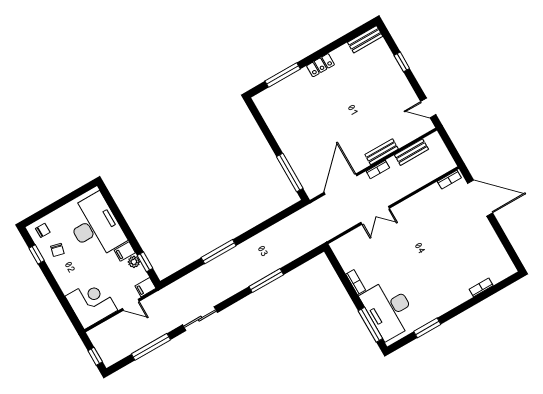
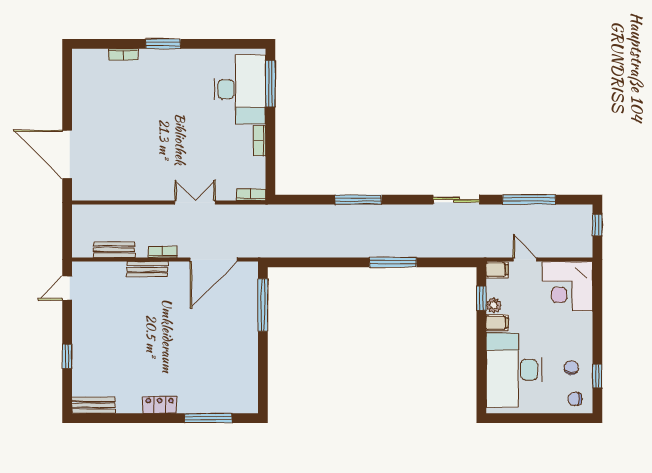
door: (428, 108) -> (67, 288), swing flipped
bookcase: (449, 180) -> (251, 195), moved
window: (427, 328) -> (163, 44), moved

